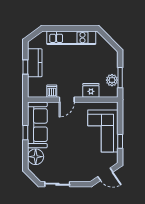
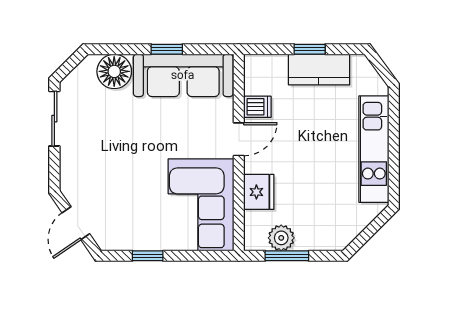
door: (67, 100) -> (239, 139), swing flipped
corner sofa: (103, 131) -> (201, 205), moved, turned -90

